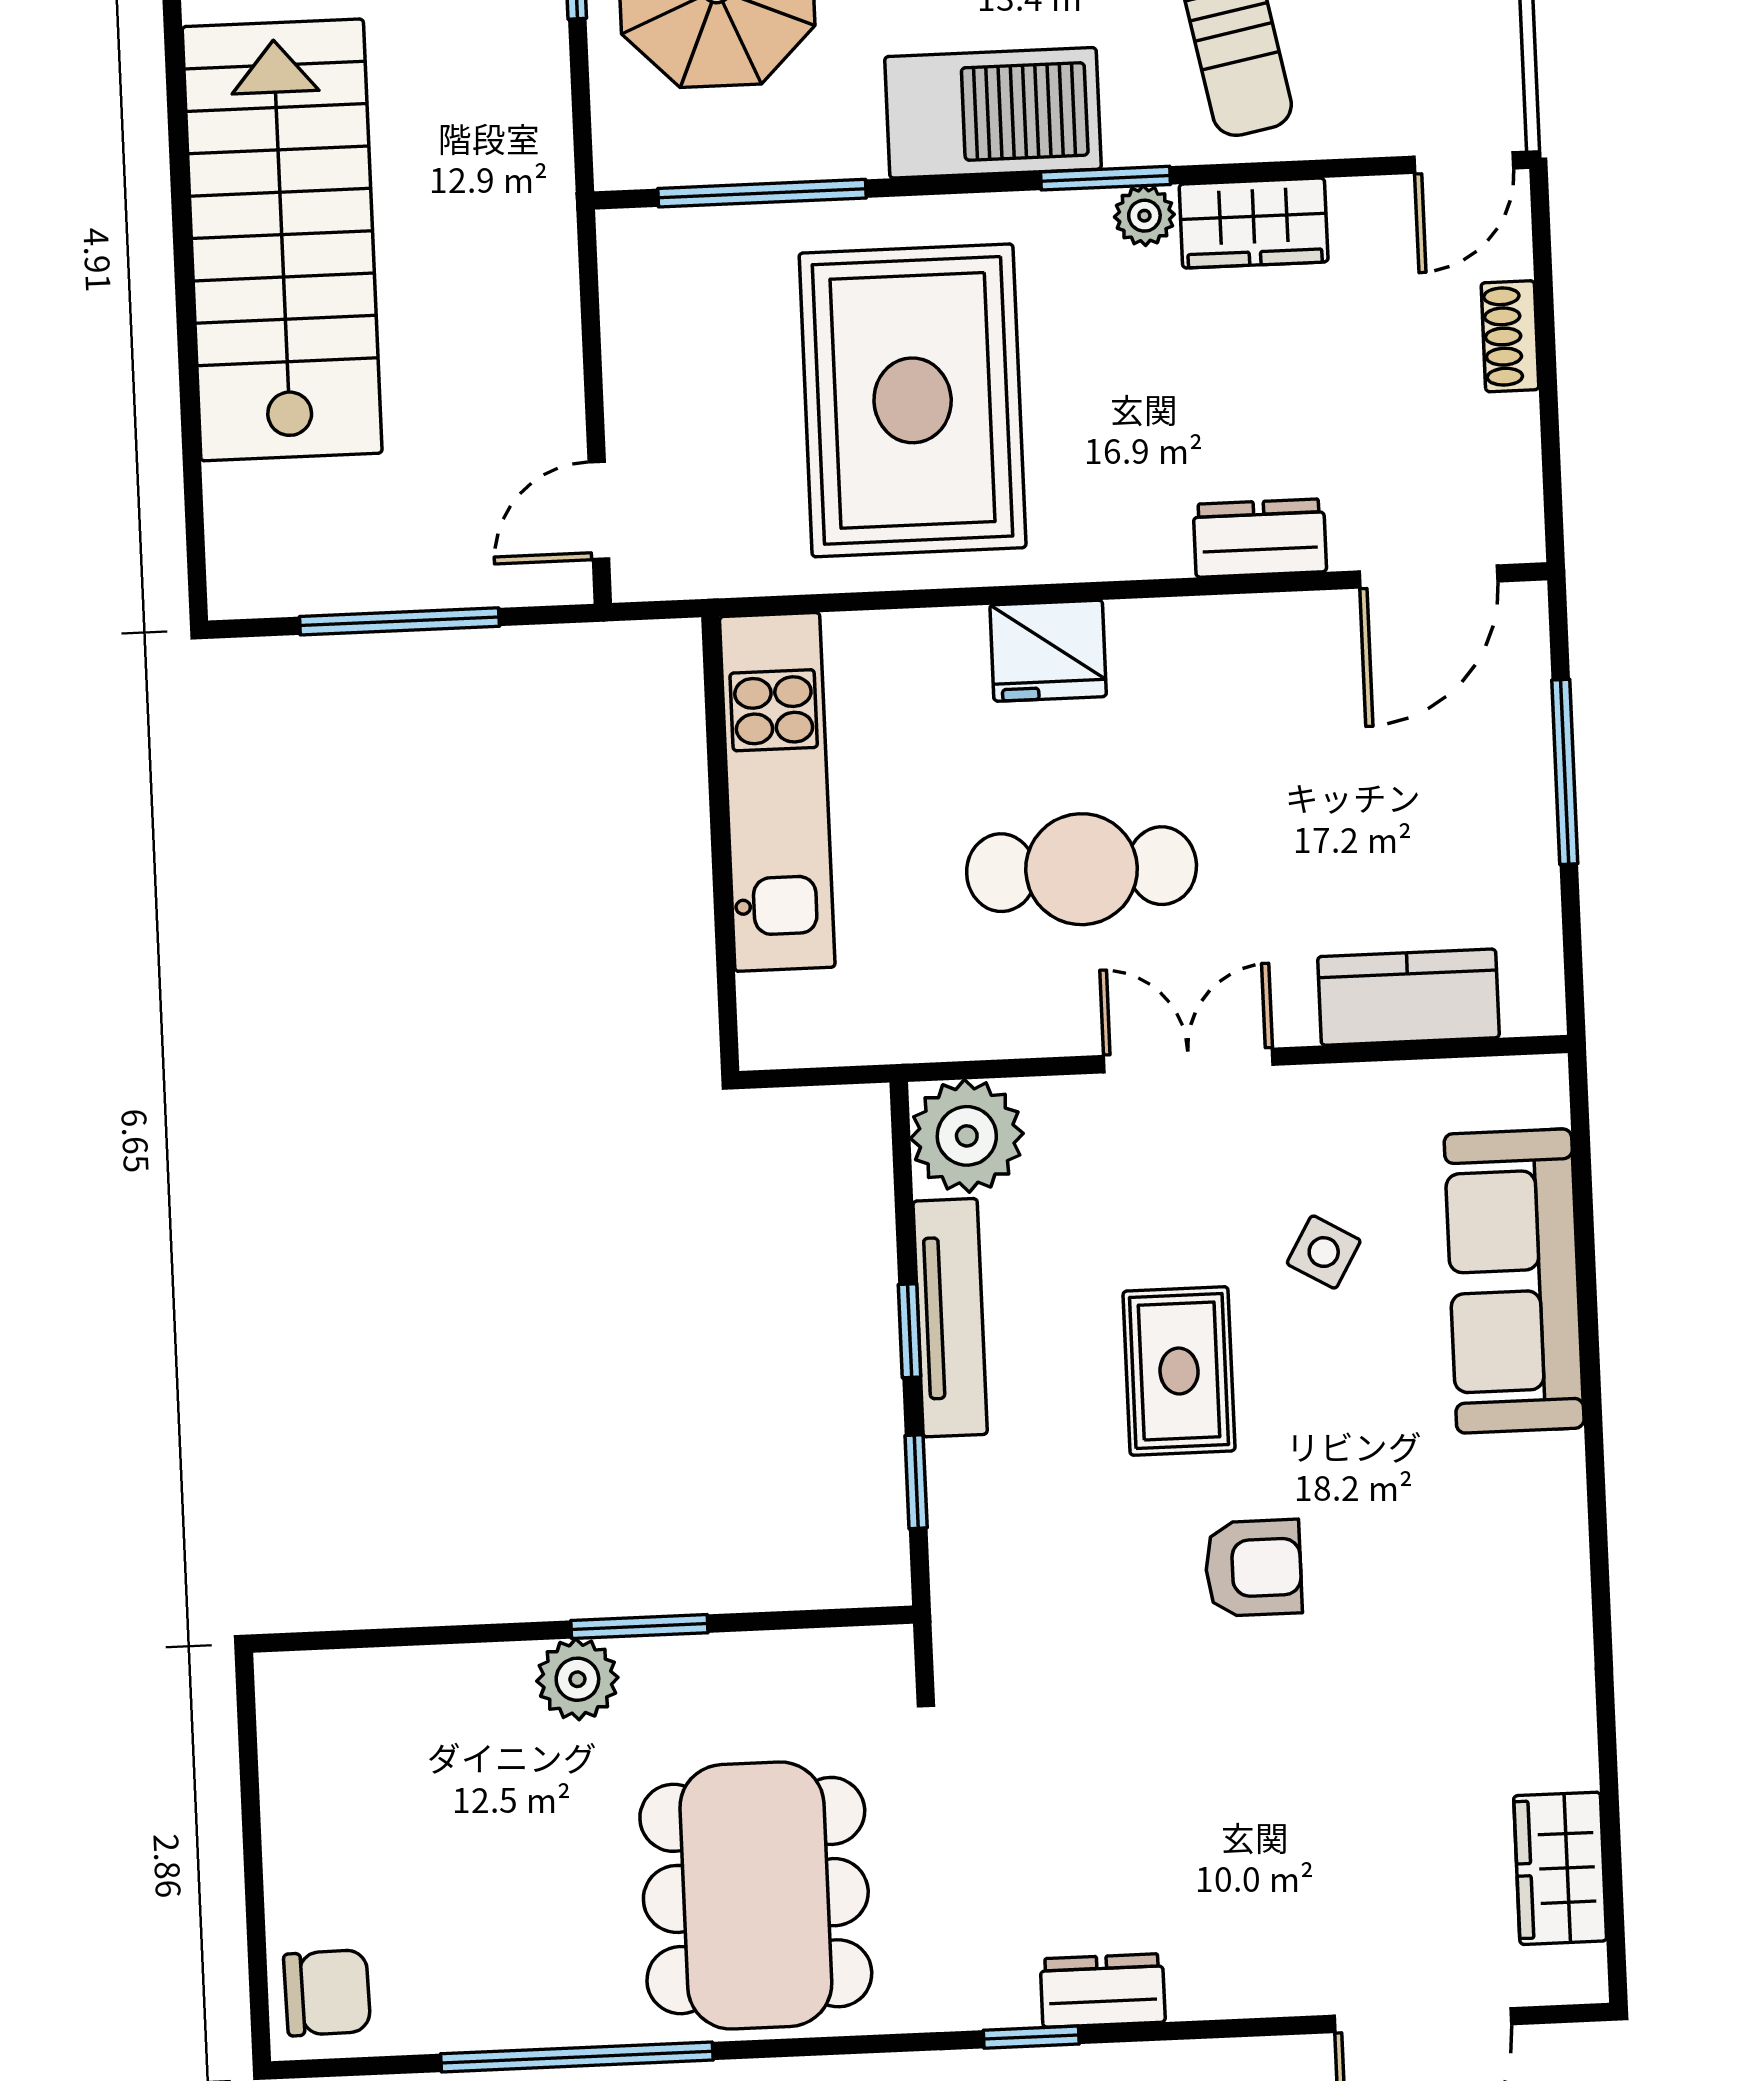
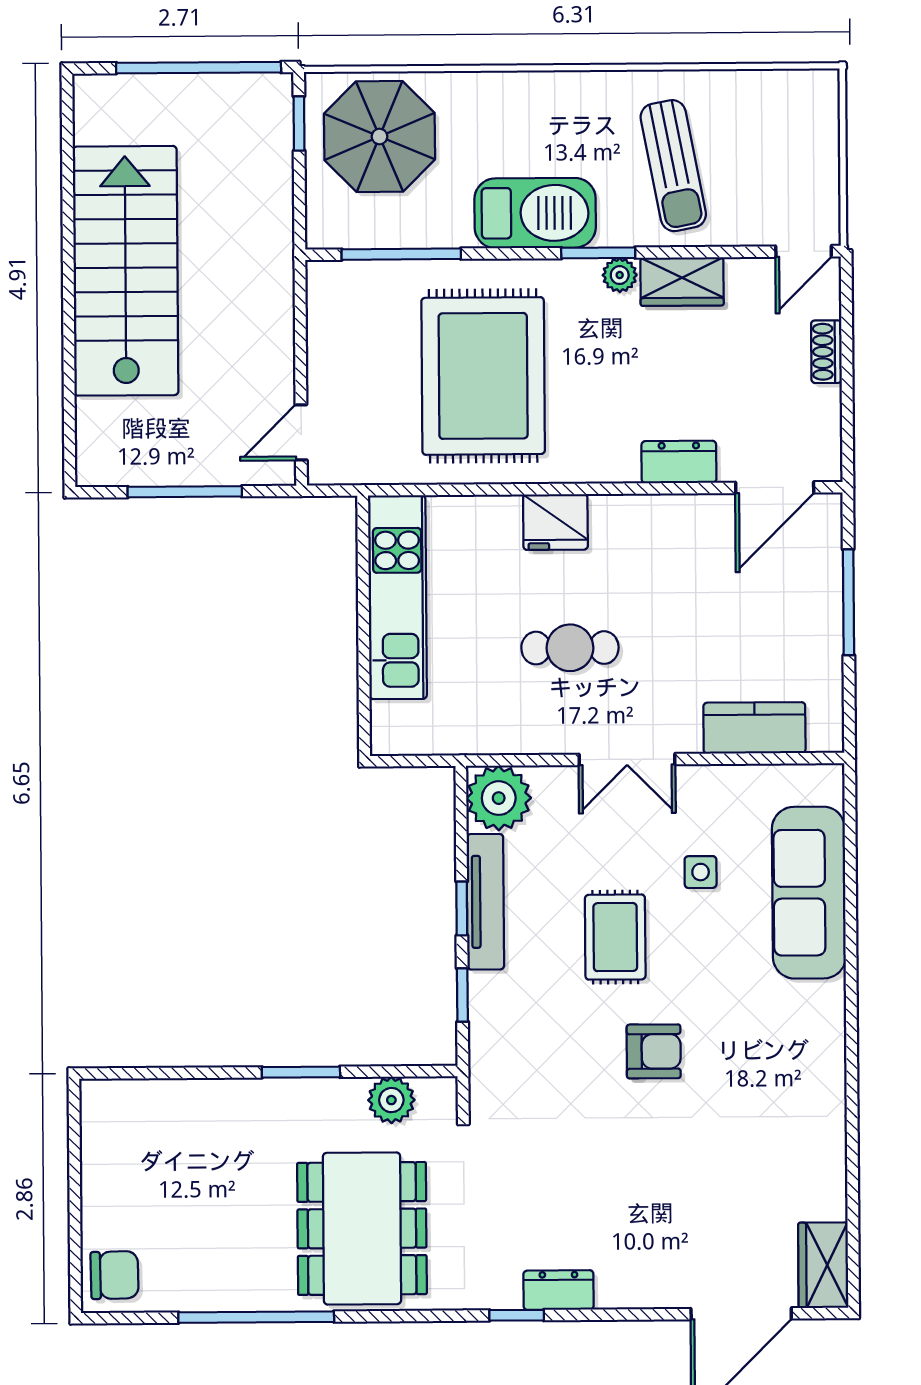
cafe table: (1082, 869) -> (570, 648), width x0.73, depth x0.74
double door: (1188, 1060) -> (627, 760), swing flipped
side table: (1324, 1252) -> (701, 872), turned -30
plant: (577, 1679) -> (391, 1100), moved
wardrobe: (1560, 1868) -> (823, 1265), moved

